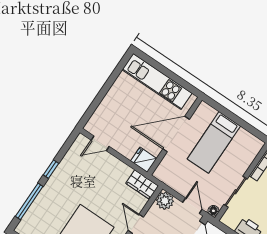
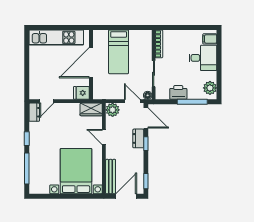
dresser: (79, 146) -> (34, 112), added

